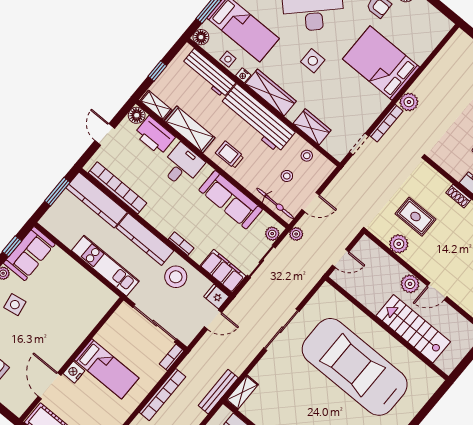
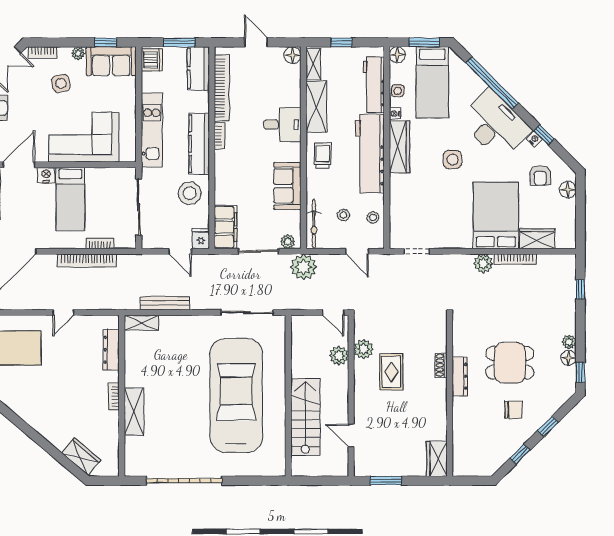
bookcase: (386, 123) -> (515, 259), moved
wardrobe: (312, 127) -> (537, 239), moved, turned -90
door: (105, 134) -> (256, 42), hinge flipped
printer: (155, 136) -> (288, 83), removed
kitchen counter: (97, 200) -> (198, 68), width x0.67
sofa: (231, 200) -> (287, 186), width x0.73
door: (311, 202) -> (357, 251), moved
rug: (415, 217) -> (391, 372), moved
dishwasher: (53, 223) -> (152, 60), added
plant: (296, 234) -> (303, 267), width x1.87, depth x1.87
bookcase: (181, 244) -> (220, 136), moved
door: (341, 258) -> (333, 313), moved
plant: (410, 284) -> (339, 356), moved
door: (437, 291) -> (351, 436), moved
corner sofa: (69, 321) -> (84, 137), added
sliding door: (281, 330) -> (247, 313), moved
bookcase: (172, 357) -> (100, 243), moved
bench: (218, 392) -> (165, 303), moved

